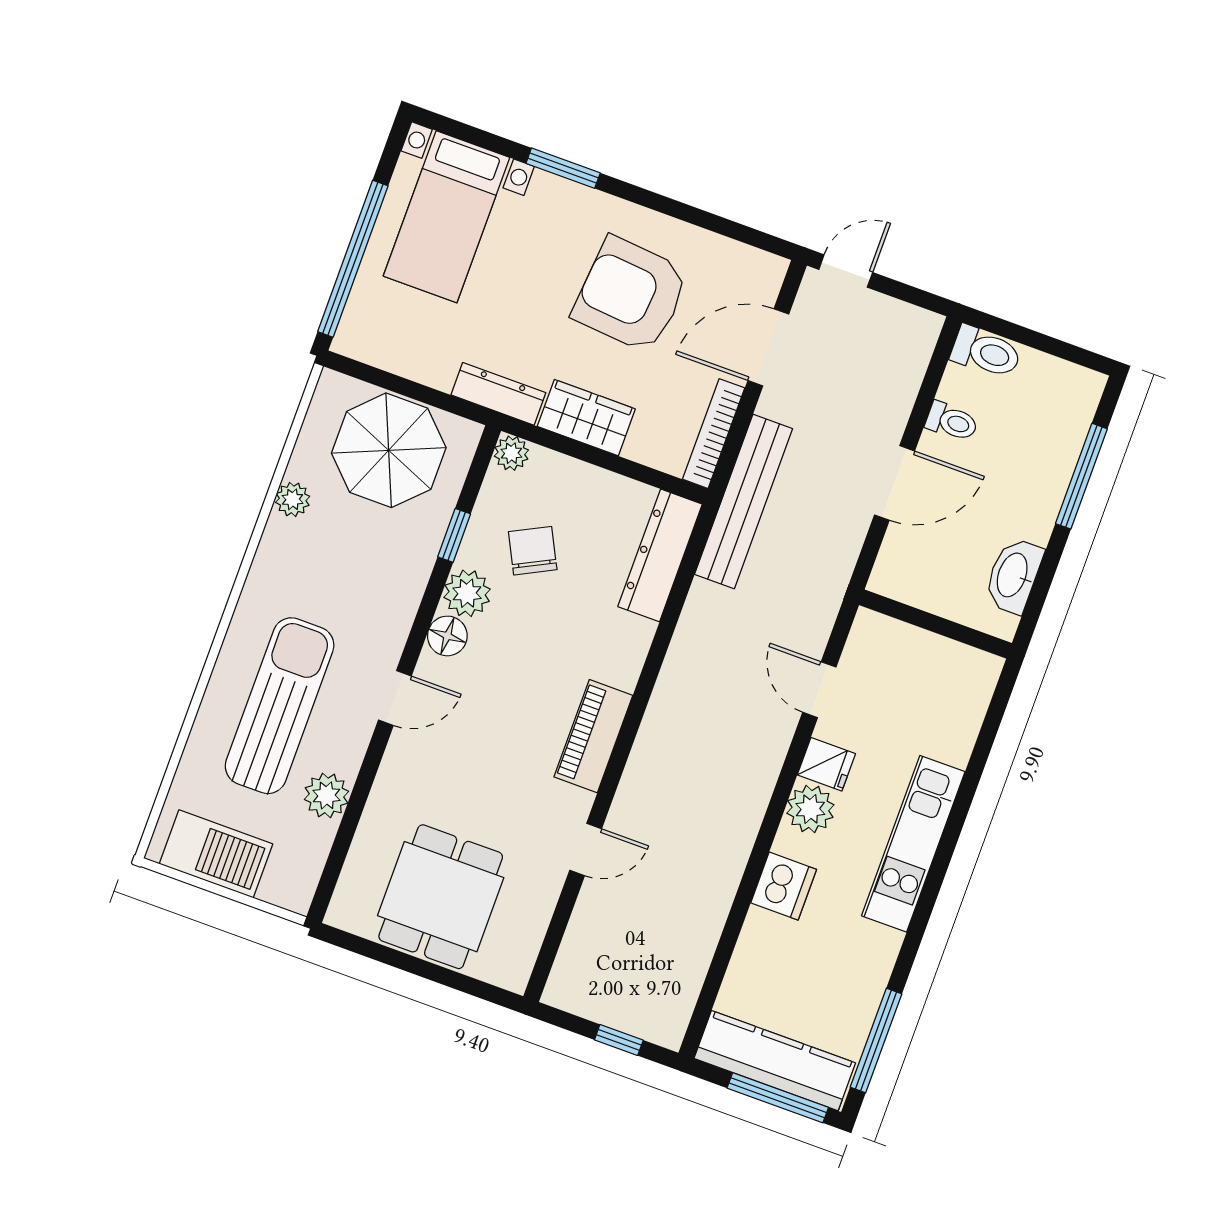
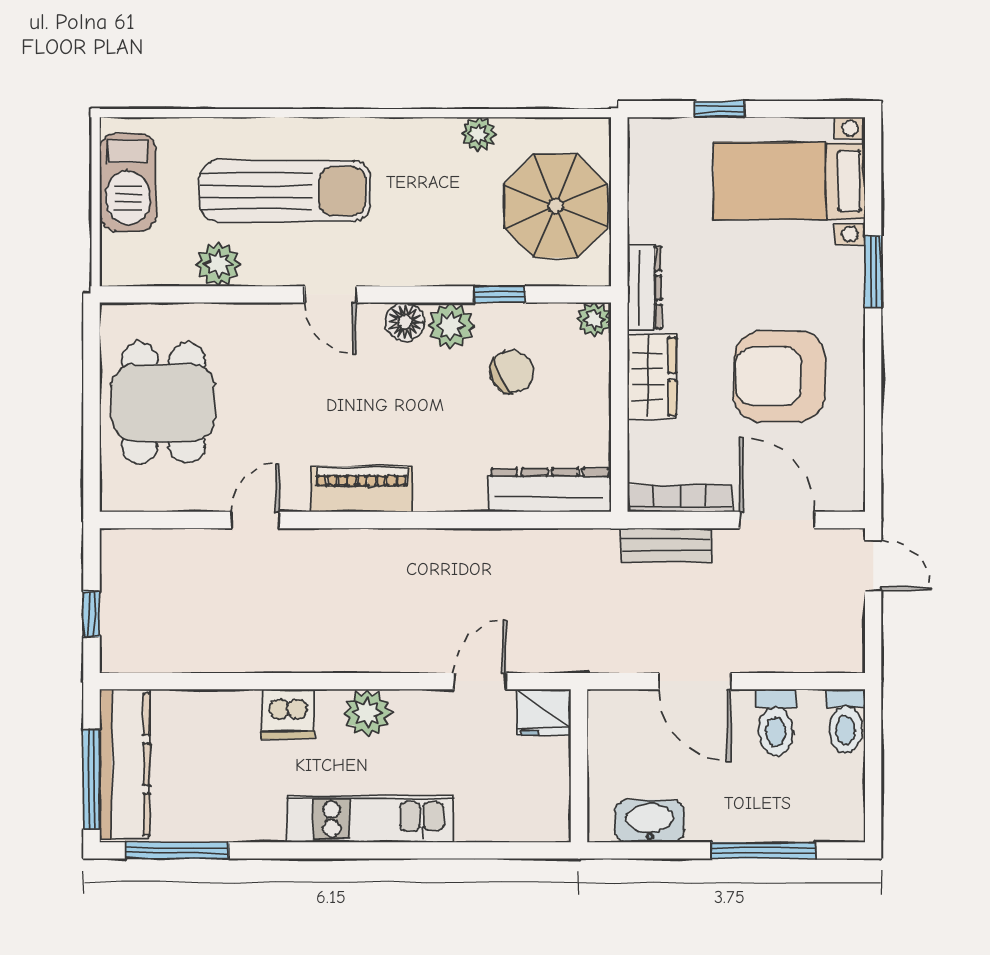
window: (353, 259) -> (720, 109), width x0.32
armchair: (631, 295) -> (780, 376), turned -95
toilet: (952, 422) -> (776, 722), width x1.37, depth x1.39
bench: (744, 501) -> (666, 545), width x0.54, depth x0.82
fridge: (826, 764) -> (544, 713), moved, width x1.38
door: (586, 849) -> (255, 520), swing flipped
dining table: (441, 897) -> (163, 403), turned 90

